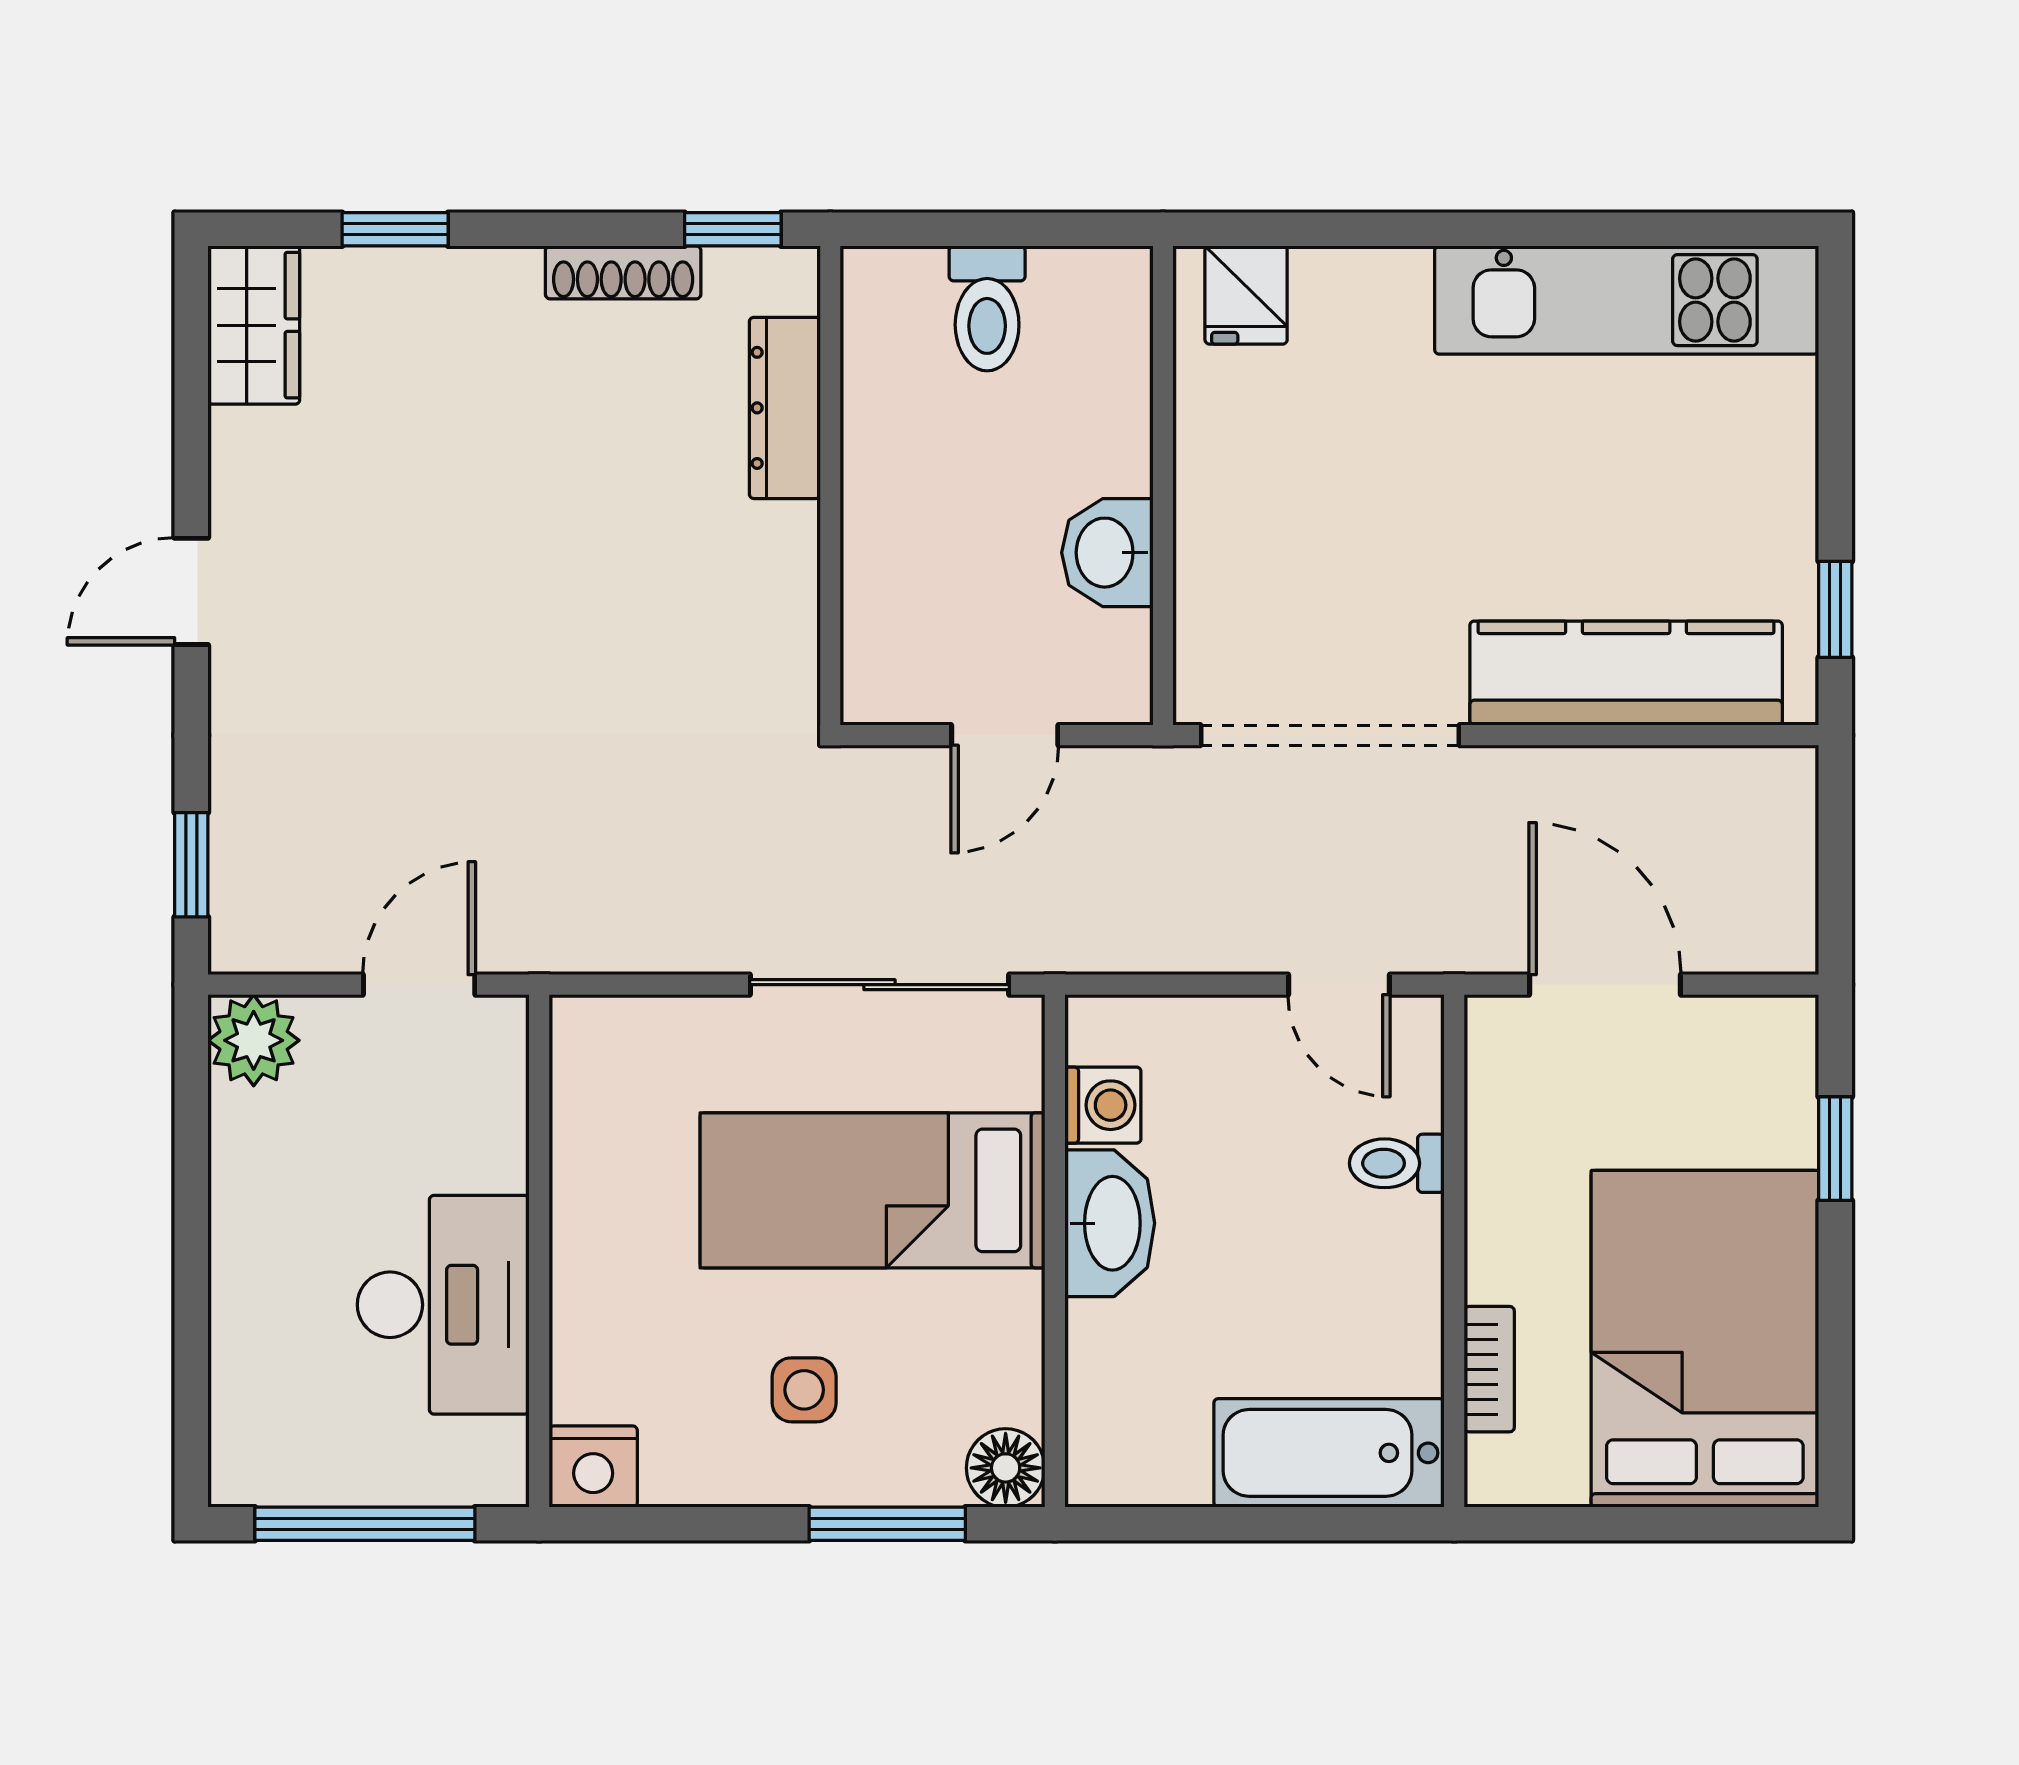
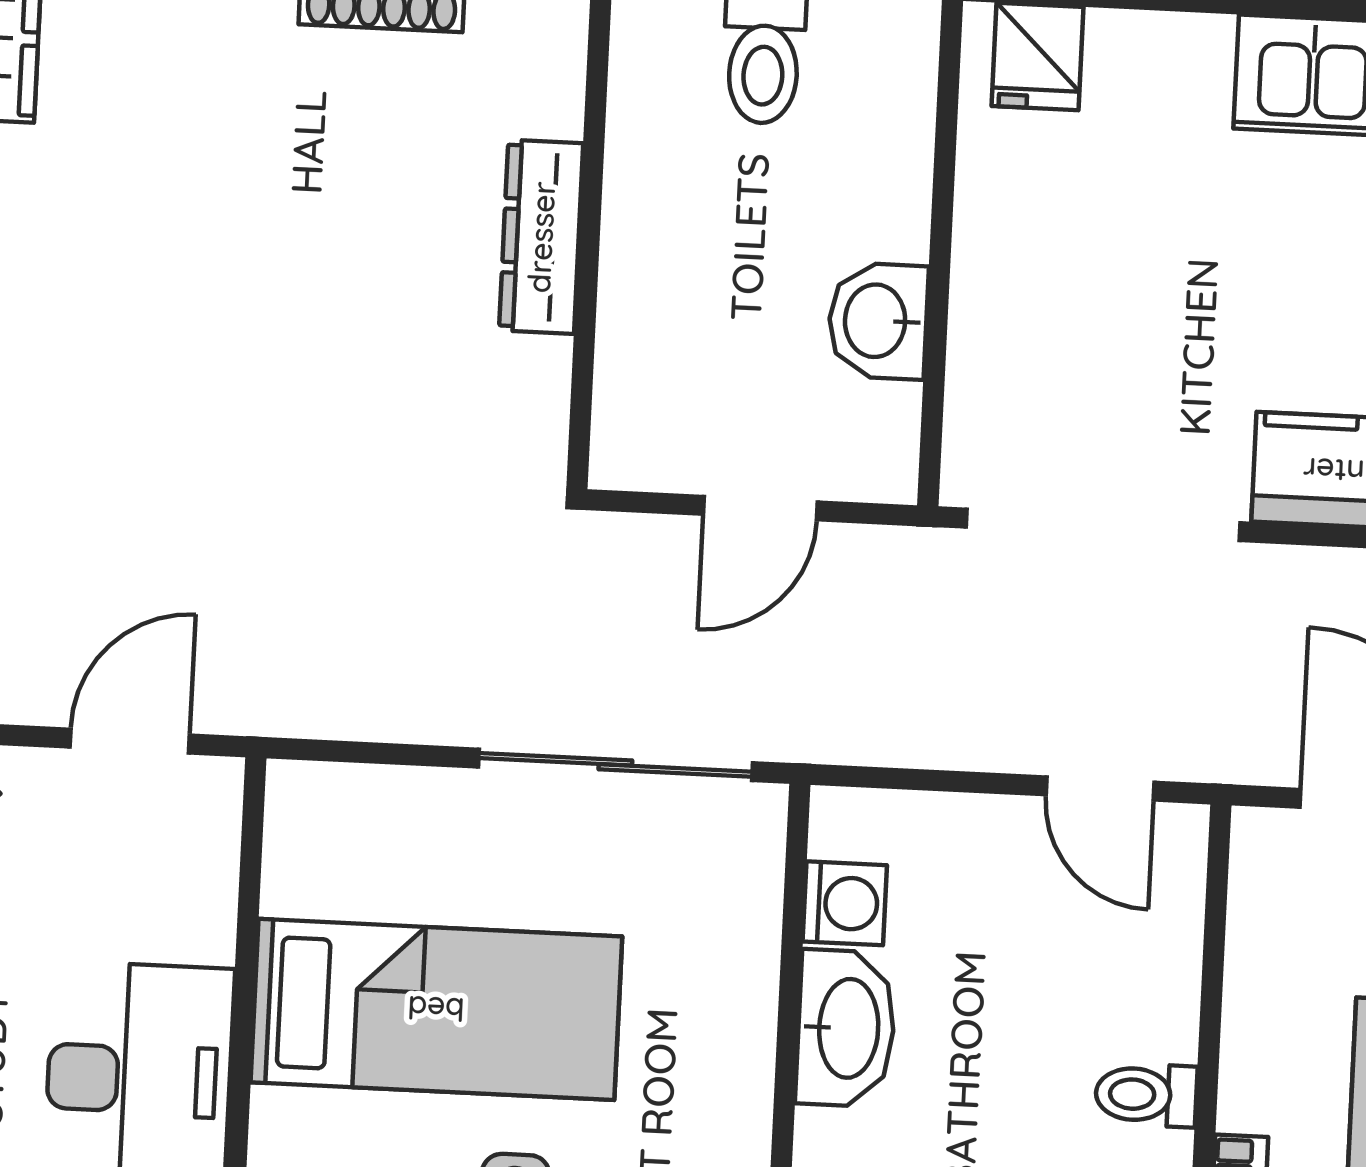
dresser: (785, 408) -> (541, 237), moved
toilet: (1397, 1163) -> (1146, 1095), moved
bed: (872, 1190) -> (436, 1009), moved, turned 180

